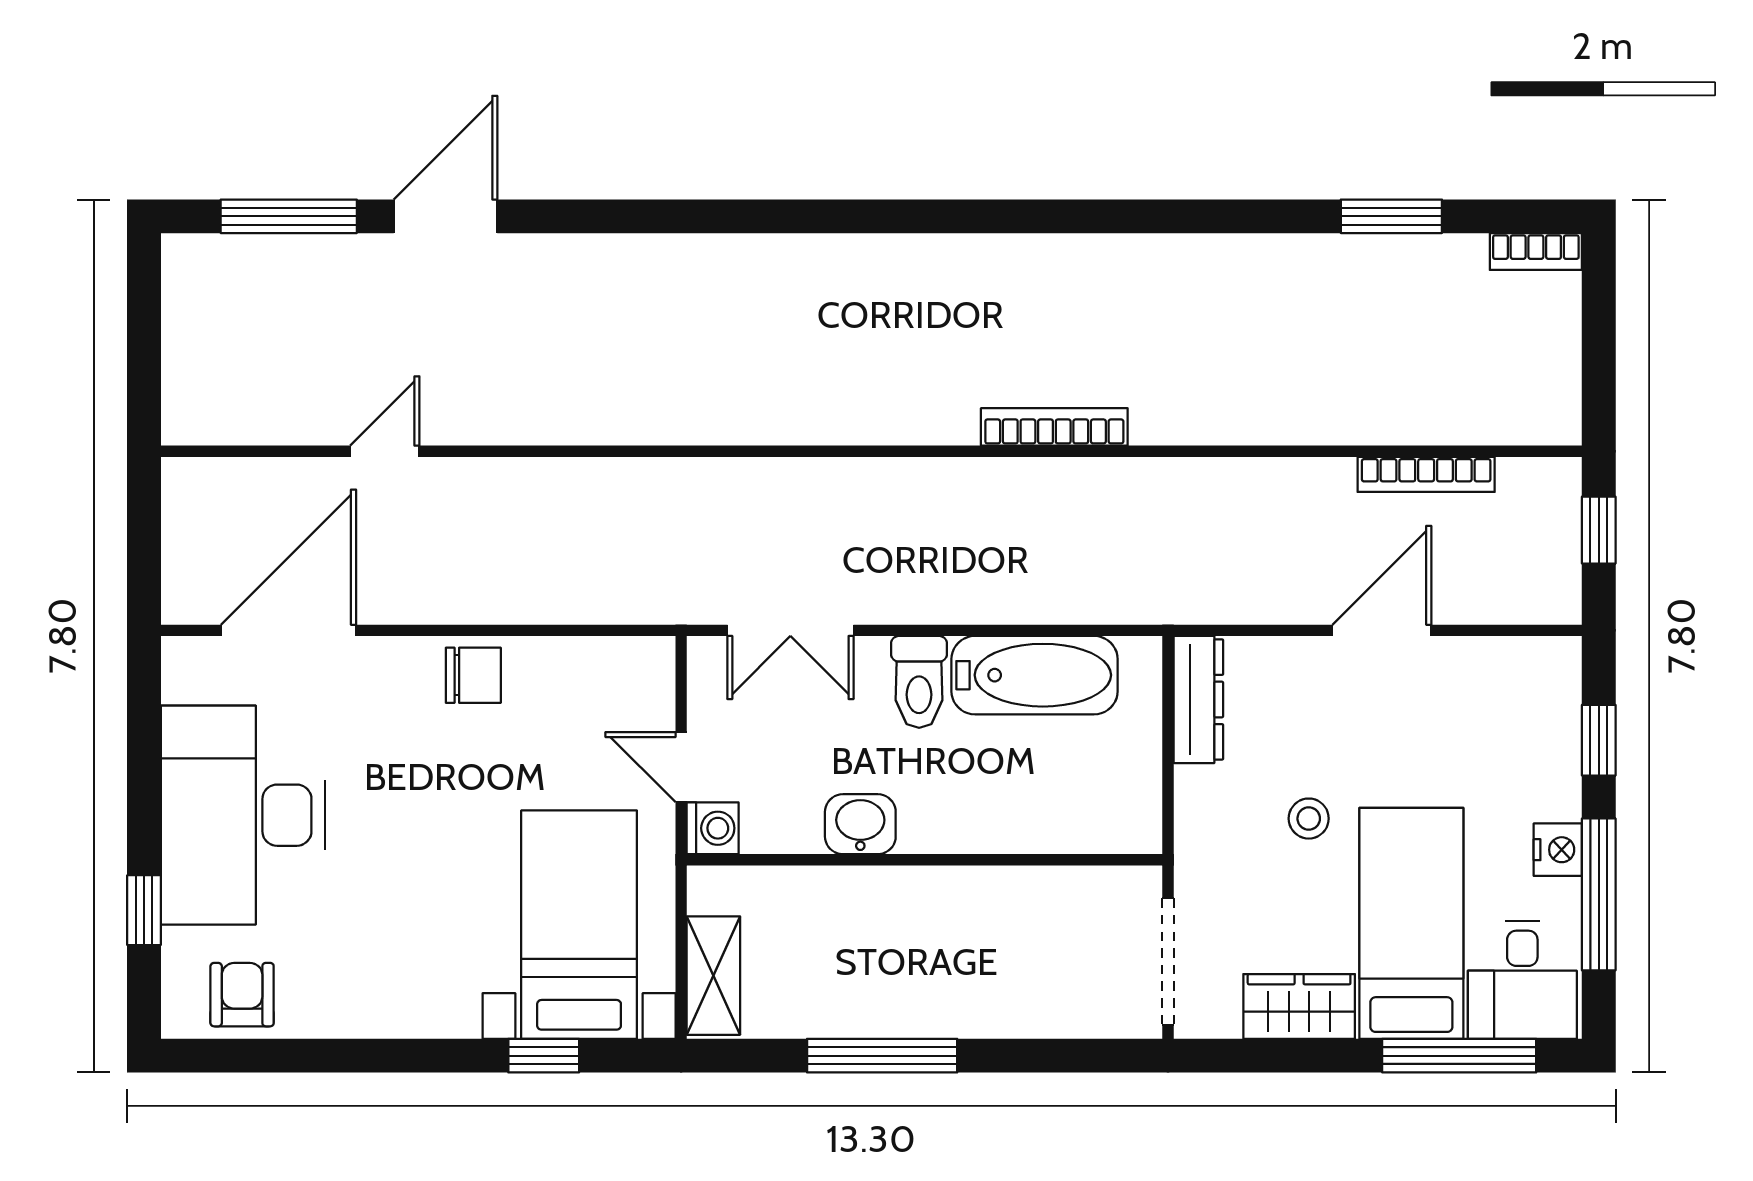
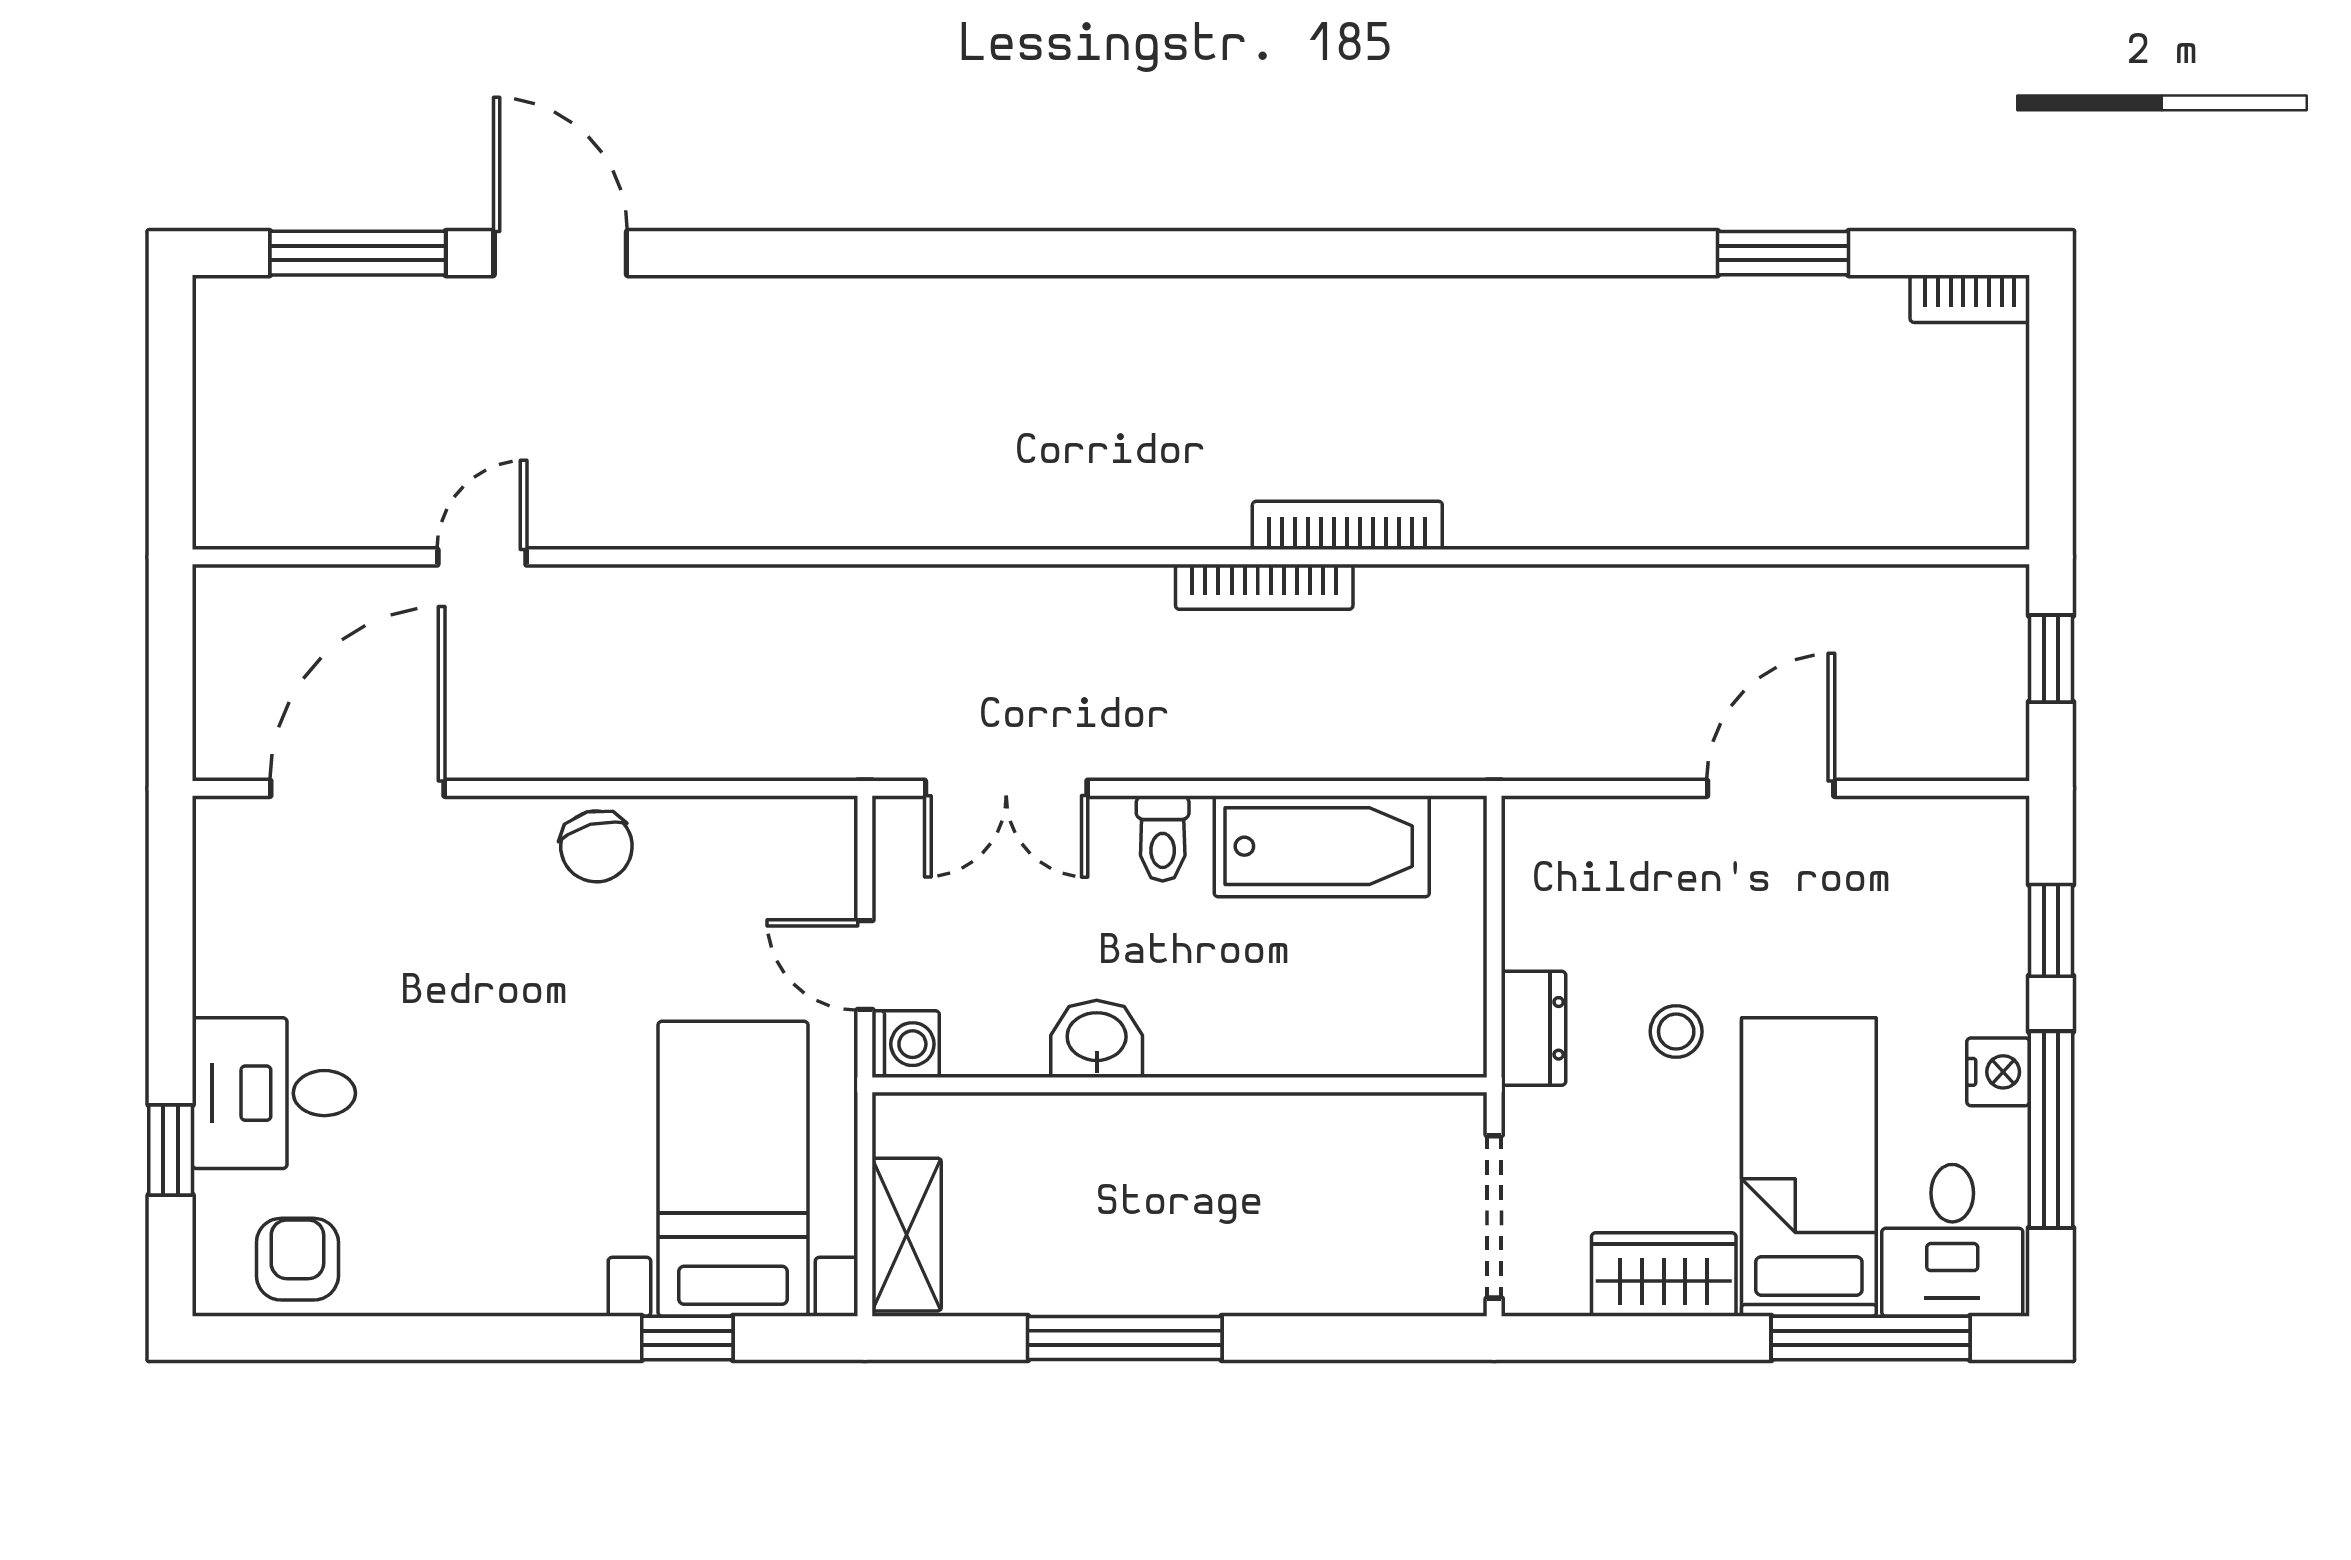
door: (445, 216) -> (560, 253), hinge flipped
bookcase: (1426, 474) -> (1264, 587), moved
chair: (473, 675) -> (596, 846), turned 75
toilet: (919, 682) -> (1163, 838), width x0.73, depth x0.72
dresser: (1198, 699) -> (1534, 1028), moved, width x0.70
desk: (243, 815) -> (274, 1093), width x0.53, depth x0.77

